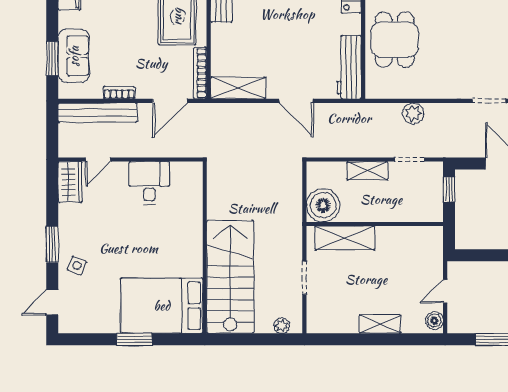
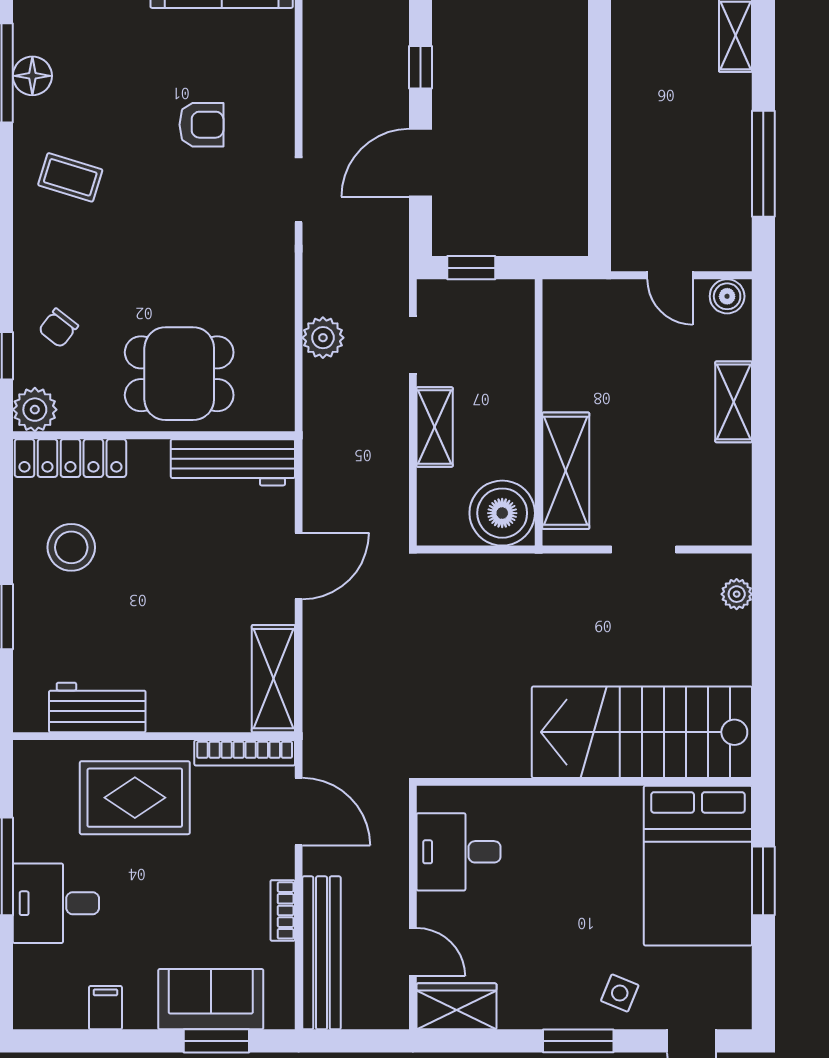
wall: (205, 247) -> (584, 782), moved
stairs: (230, 277) -> (642, 732), moved
bed: (162, 306) -> (698, 866), moved

